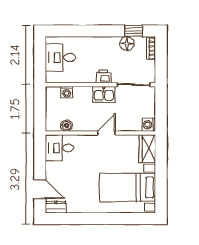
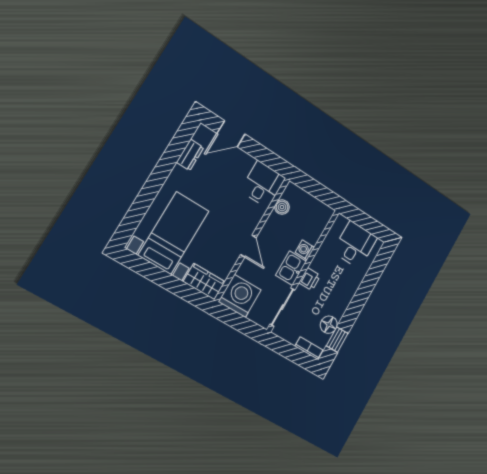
washing machine: (67, 92) -> (305, 250), moved
washing machine: (149, 125) -> (240, 296), width x1.89, depth x1.89
dresser: (56, 207) -> (190, 155), moved

